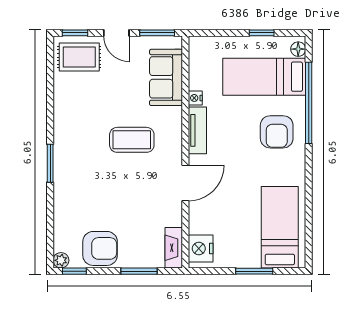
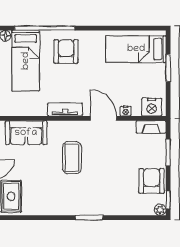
nightstand: (195, 98) -> (126, 111), moved
armchair: (277, 132) -> (66, 51), turned -90

